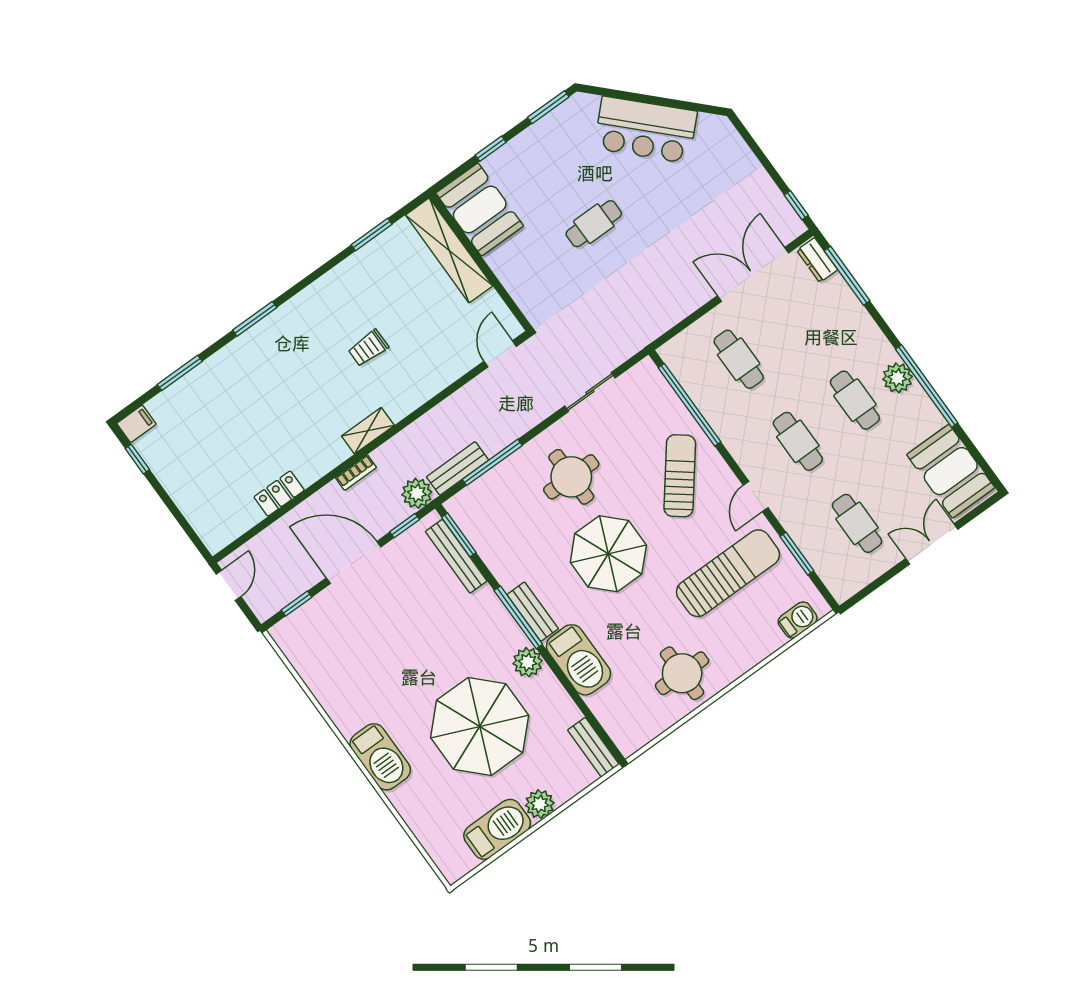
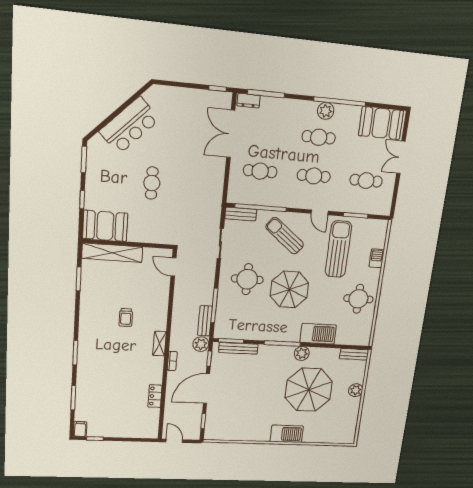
bench: (533, 612) -> (241, 214), moved
barbecue: (798, 620) -> (377, 258), moved
barbecue: (497, 829) -> (350, 412), removed

